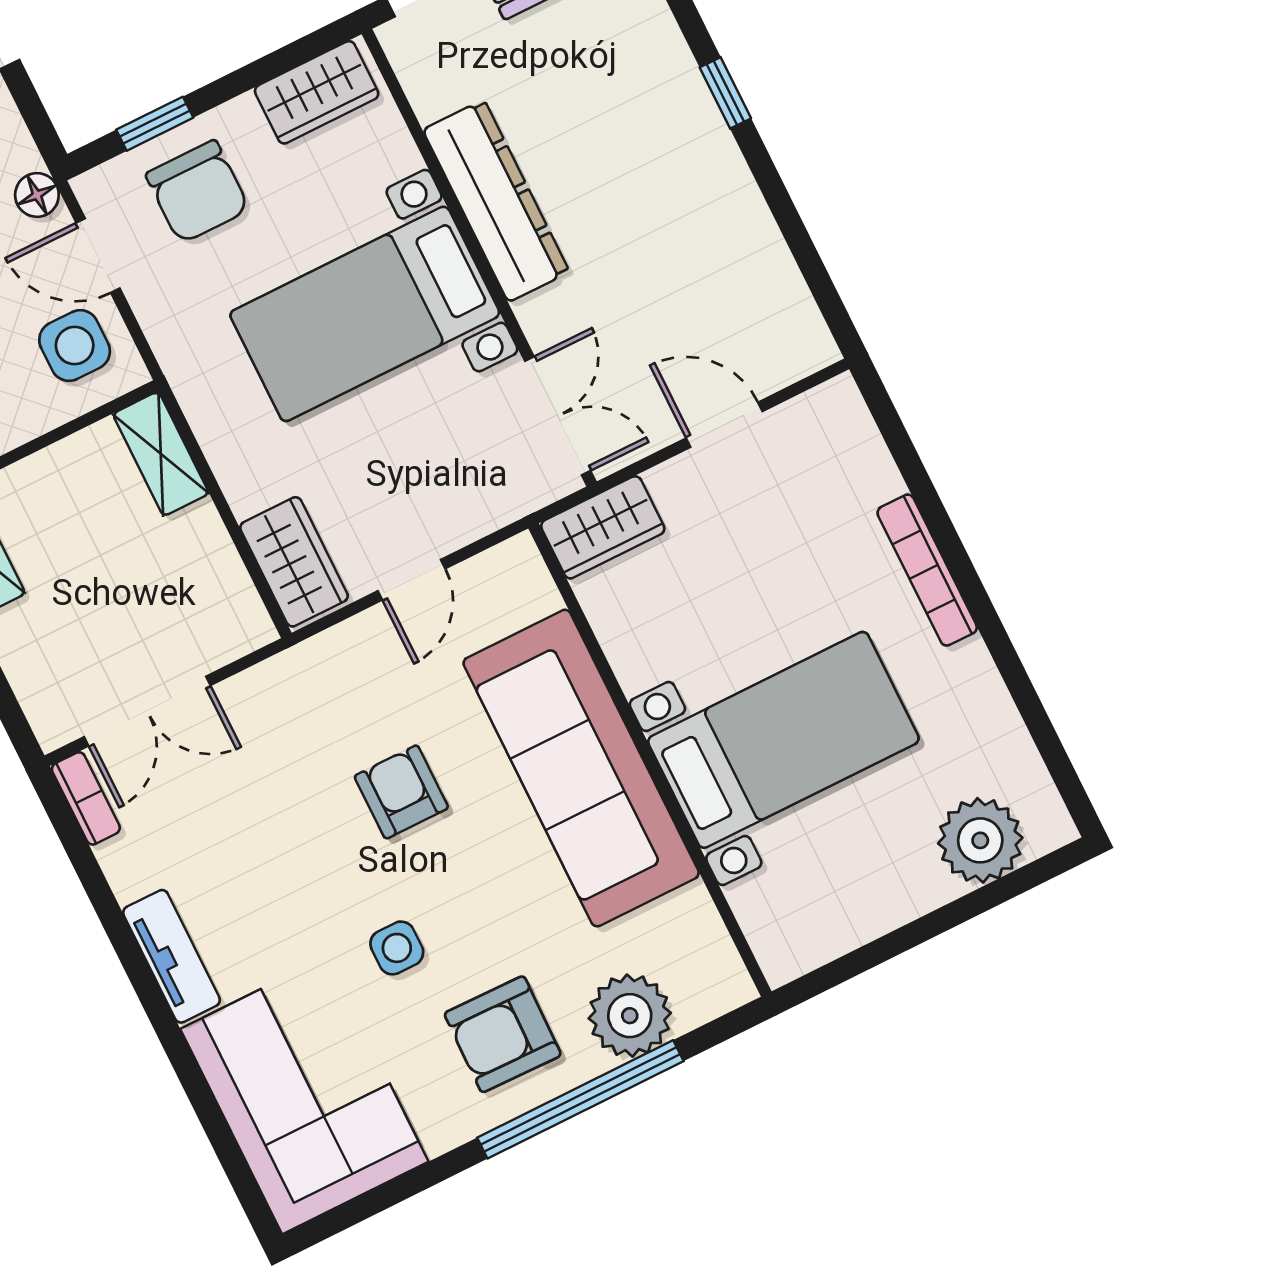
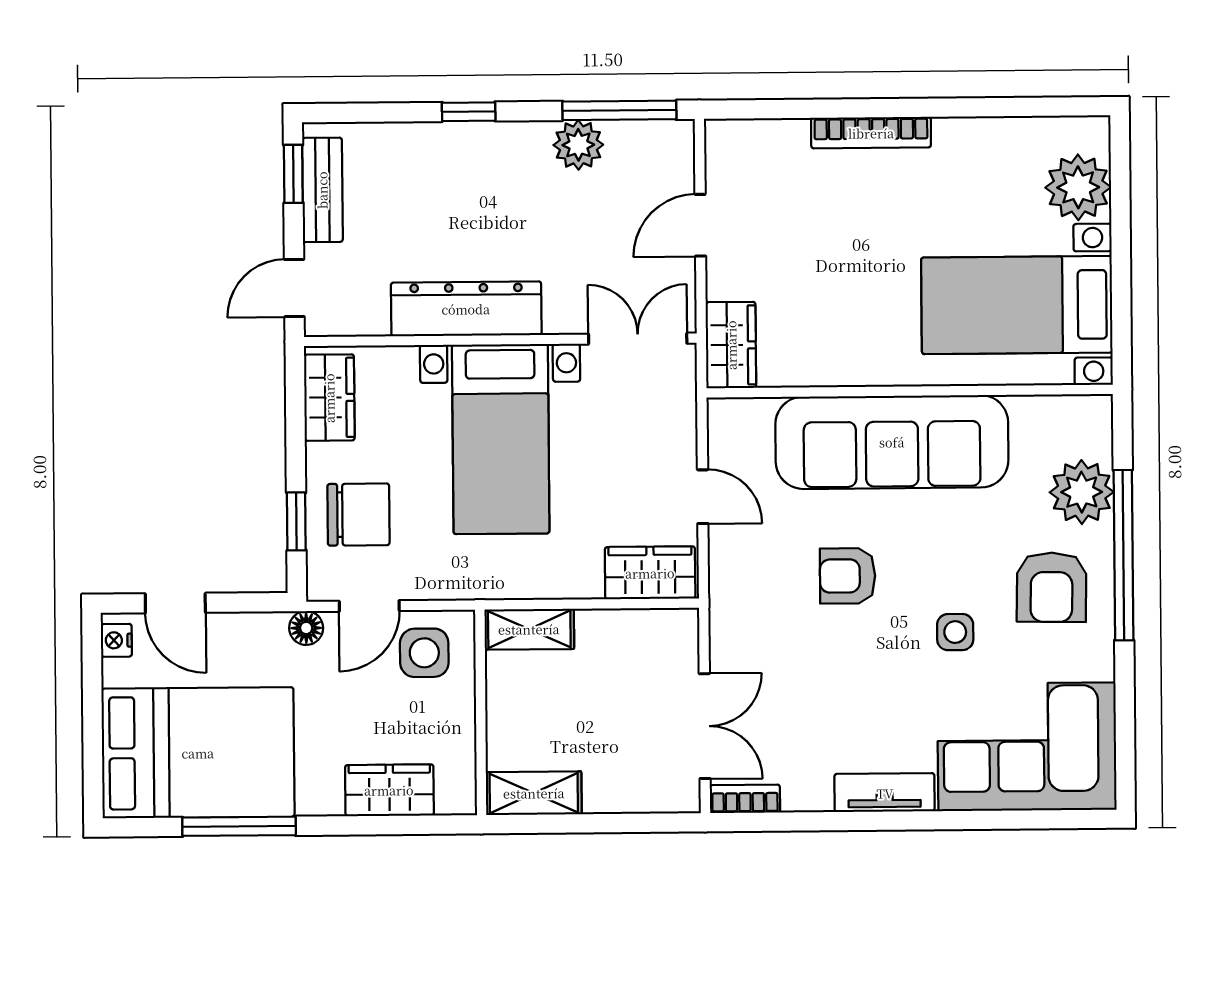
plant: (749, 238) -> (578, 145), added
window: (812, 267) -> (619, 110), added
bed with nightstands: (783, 740) -> (1017, 305), moved, turned -90

